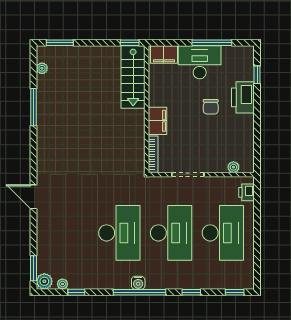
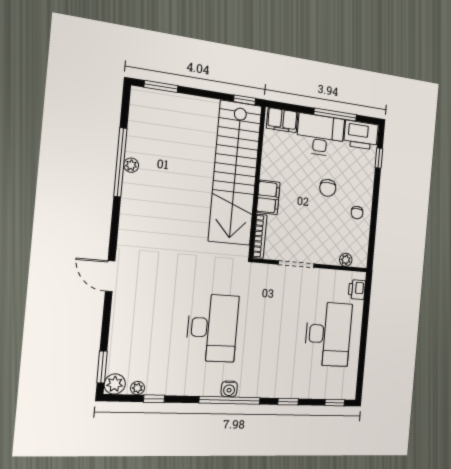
plant: (42, 68) -> (131, 165), moved
stairs: (133, 77) -> (235, 173), width x1.86, depth x1.51
printer: (243, 97) -> (361, 135), moved, turned -90
window: (33, 107) -> (120, 162), width x1.46
chair: (240, 125) -> (357, 213), added
desk: (171, 233) -> (272, 331), removed

